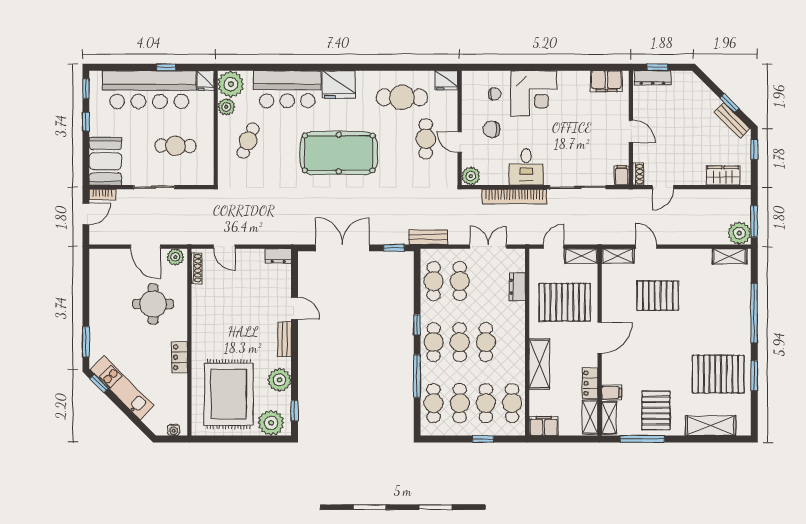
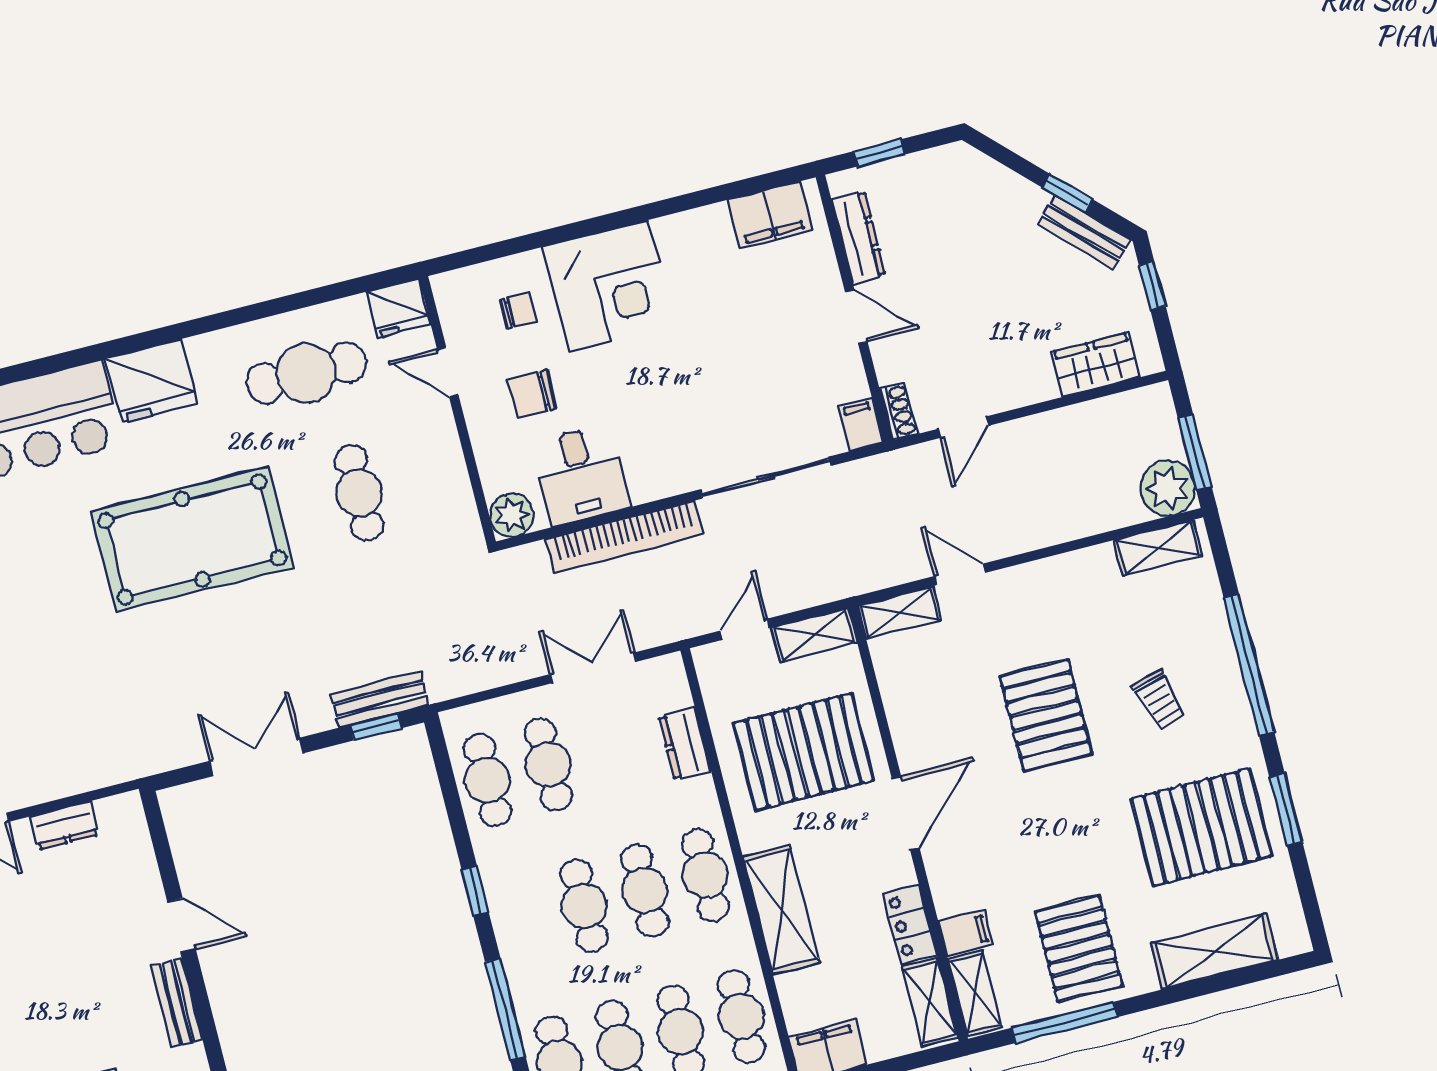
dresser: (652, 78) -> (858, 237), moved, turned -90
cafe table: (426, 139) -> (359, 493), moved
door: (460, 142) -> (448, 372), moved
desk: (526, 167) -> (581, 475), moved
bench: (428, 237) -> (380, 699), moved
double door: (342, 248) -> (257, 757), width x0.73
dresser: (278, 256) -> (65, 826), moved
pallet: (658, 296) -> (1046, 715), moved, turned 90
trolley: (714, 318) -> (1160, 700), added
cafe table: (434, 342) -> (705, 875), moved

